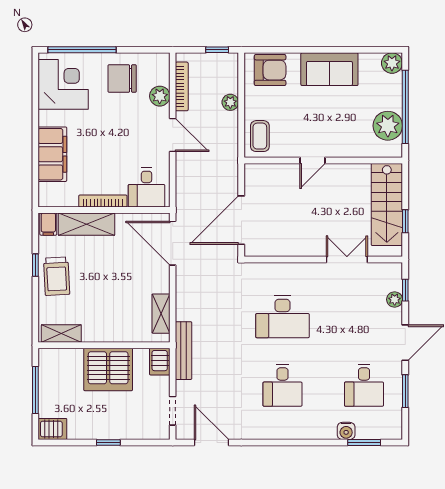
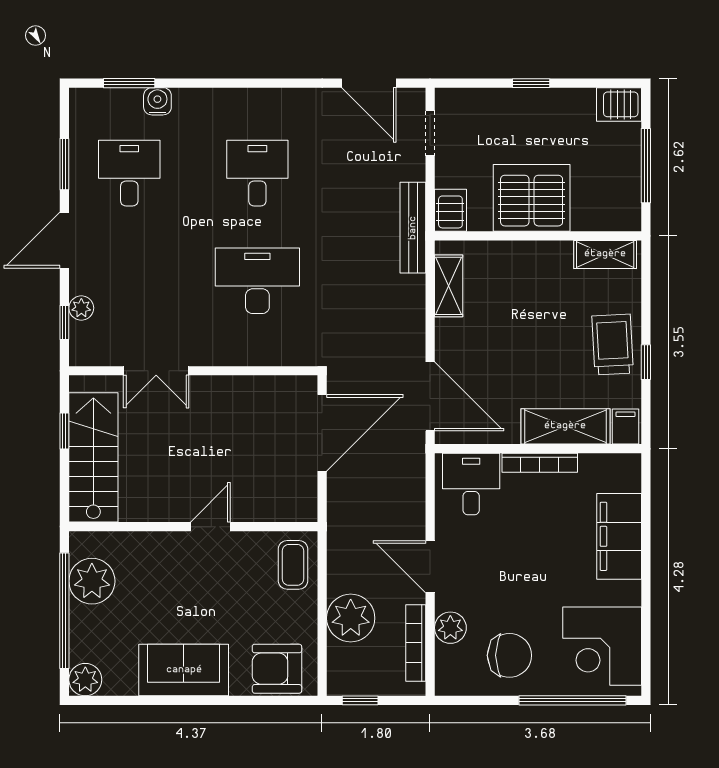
plant: (230, 102) -> (351, 618), width x1.88, depth x1.88

